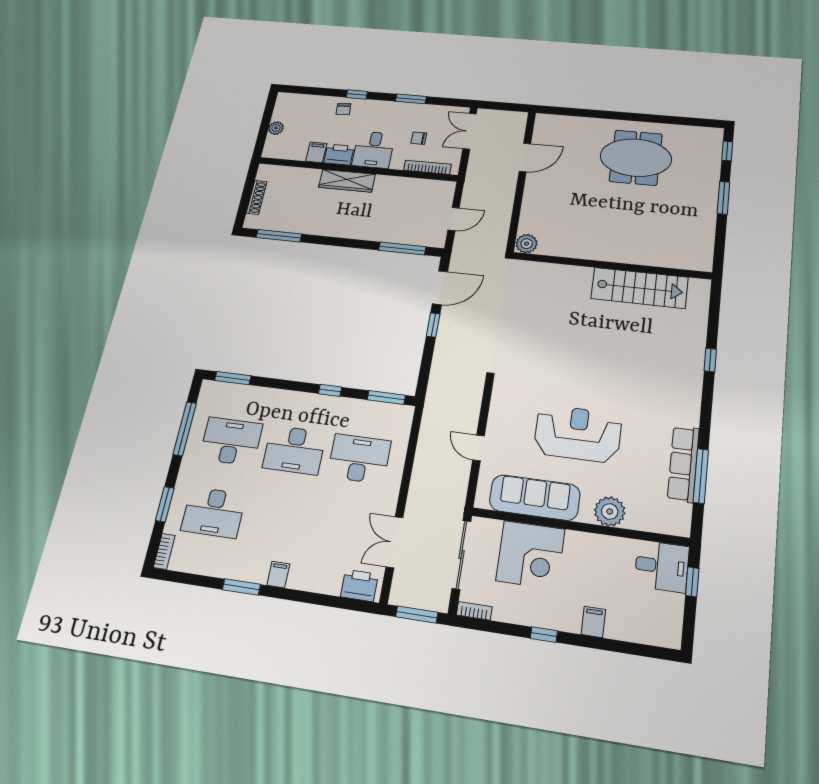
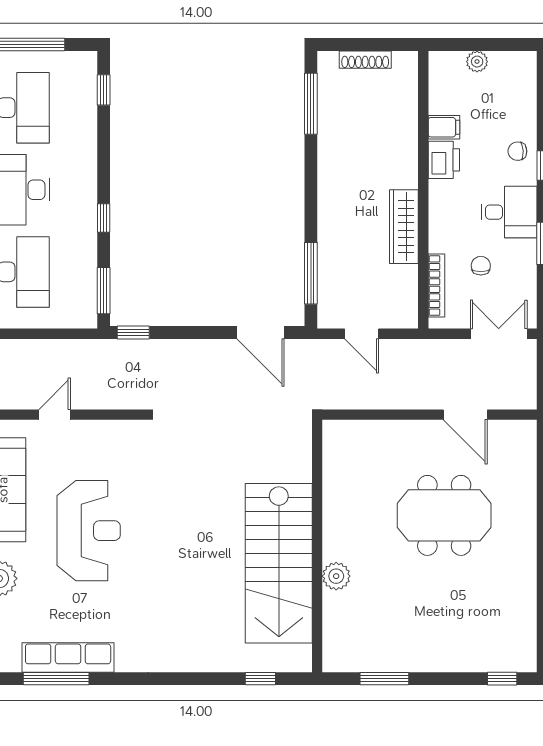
desk: (374, 150) -> (509, 212), moved, turned 180
meeting table: (636, 158) -> (444, 515), moved, turned 90
wardrobe: (347, 181) -> (404, 227), moved
window: (723, 198) -> (384, 679), moved
plant: (527, 244) -> (336, 576), moved
stairs: (640, 288) -> (279, 563), width x1.36, depth x1.51
window: (433, 325) -> (133, 332), moved
window: (710, 360) -> (260, 679), moved
window: (233, 378) -> (104, 90), width x0.67

